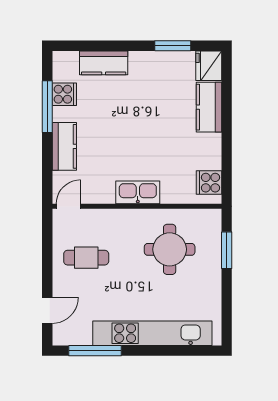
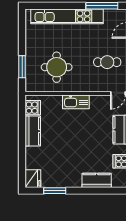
kitchen counter: (209, 107) -> (33, 131), moved

